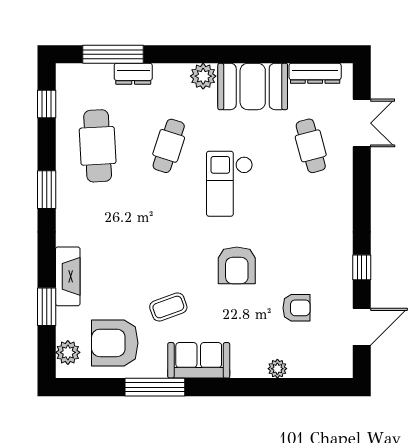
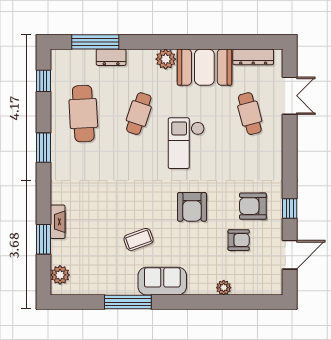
fireplace: (68, 276) -> (58, 222), width x0.73, depth x0.76
armchair: (115, 343) -> (253, 206), moved, width x0.73, depth x0.73

